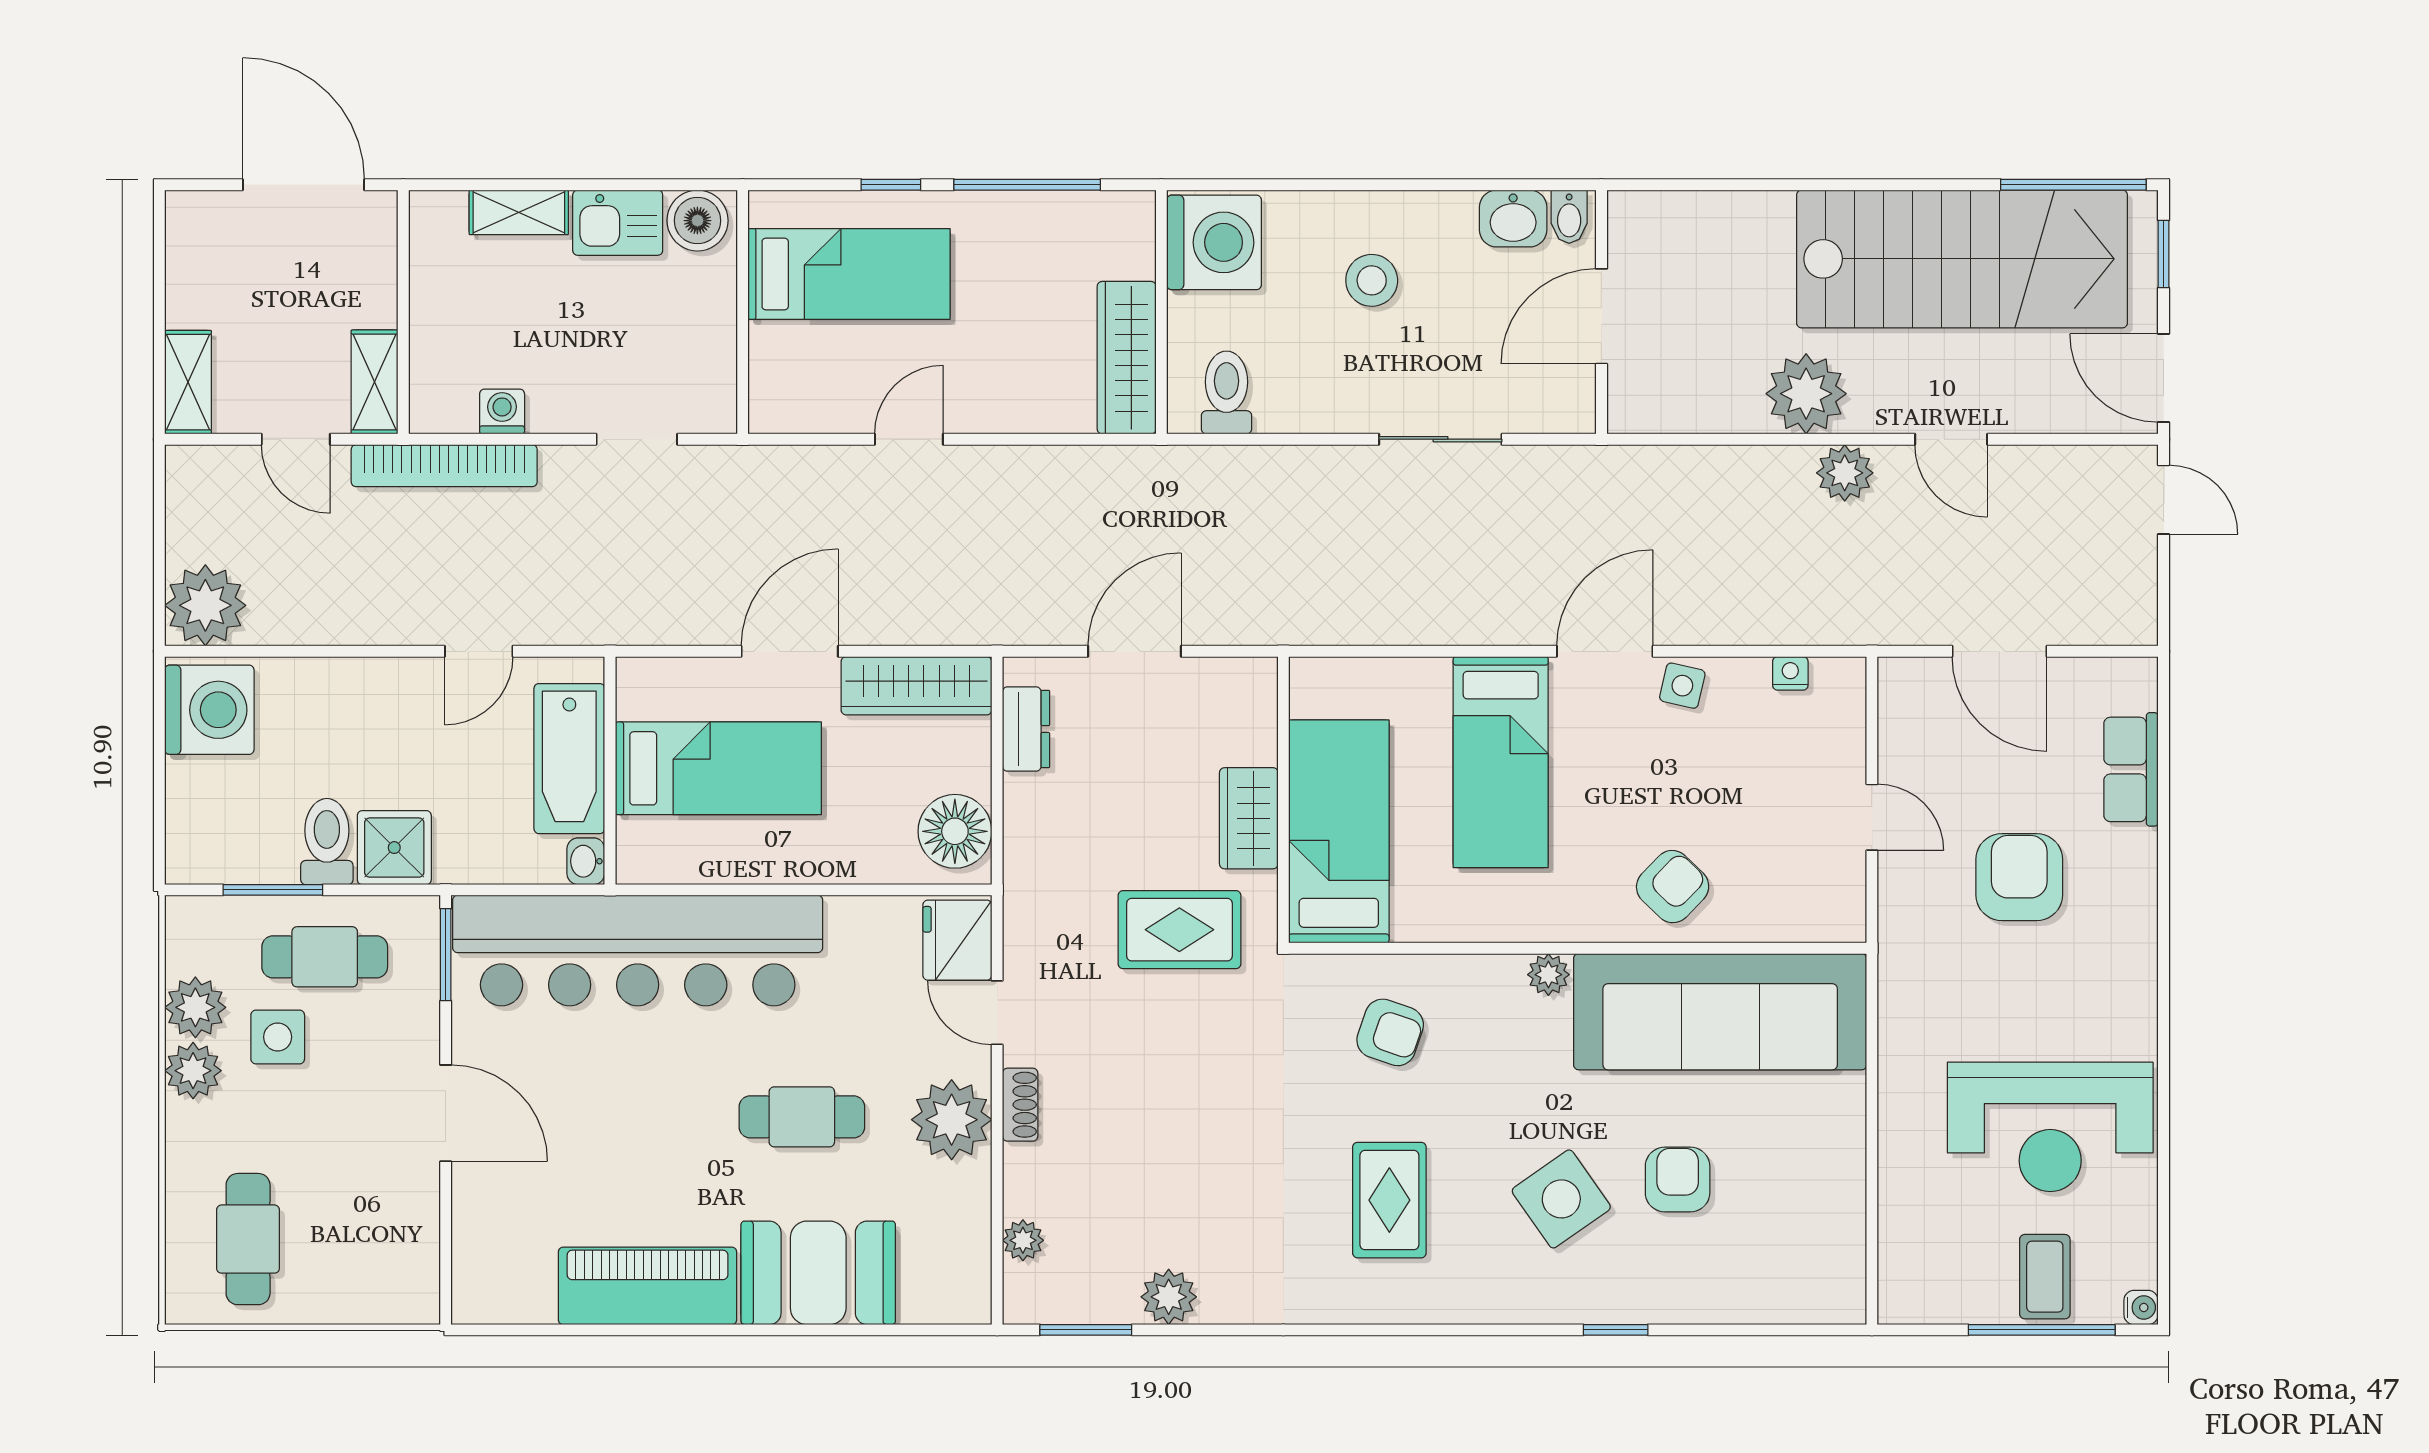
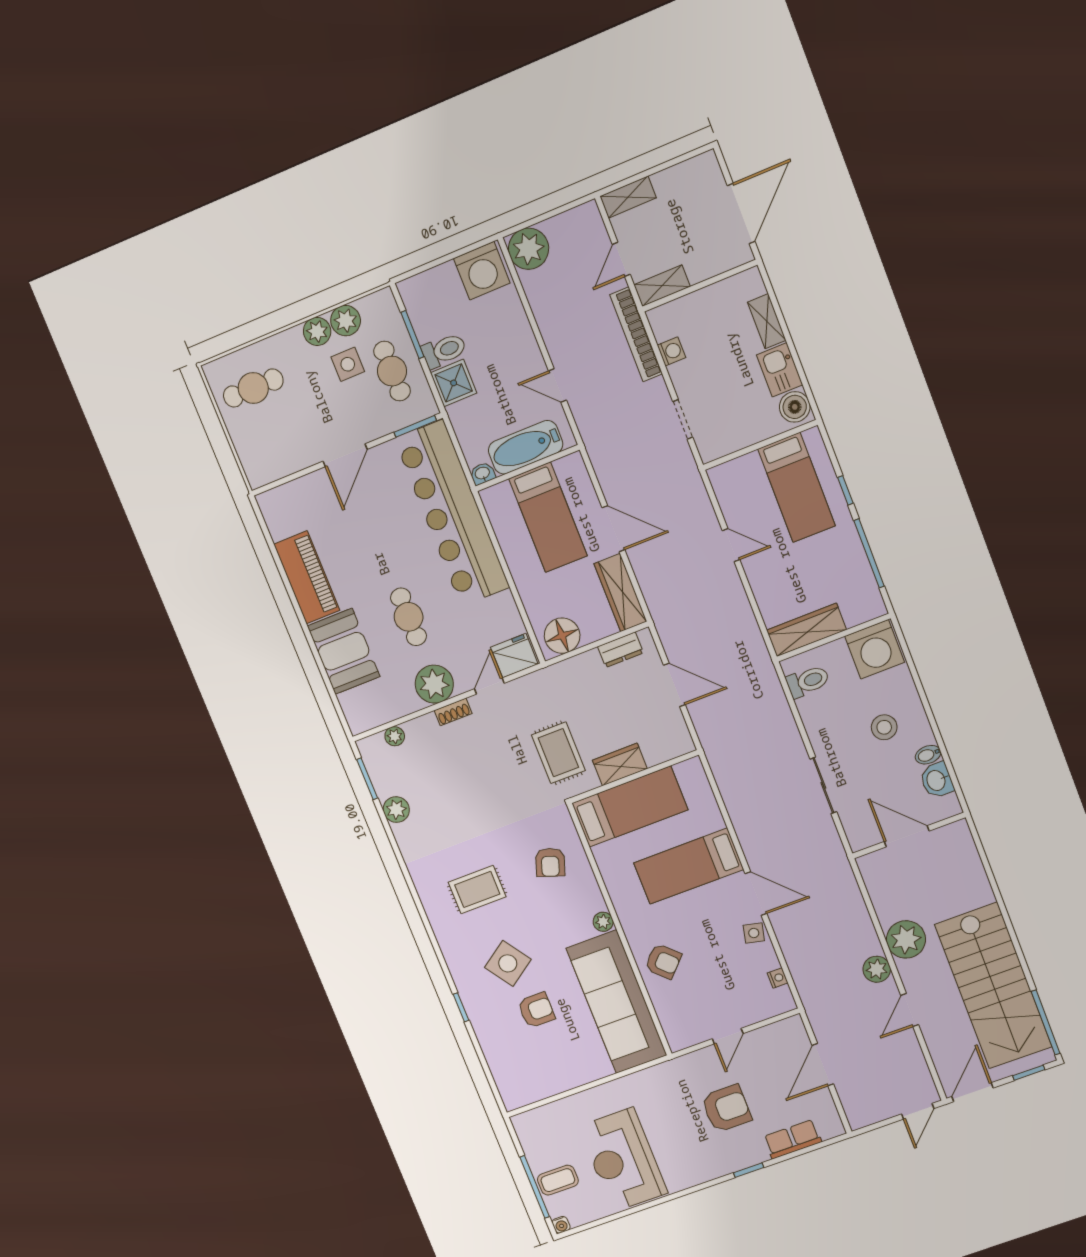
bidet: (1569, 217) -> (928, 755), moved
window: (2164, 882) -> (749, 1170), added

